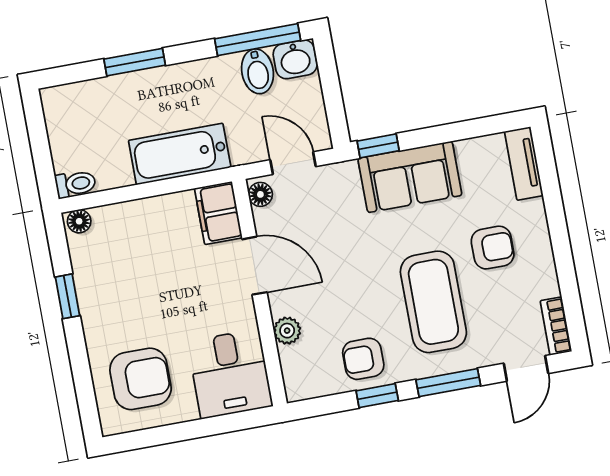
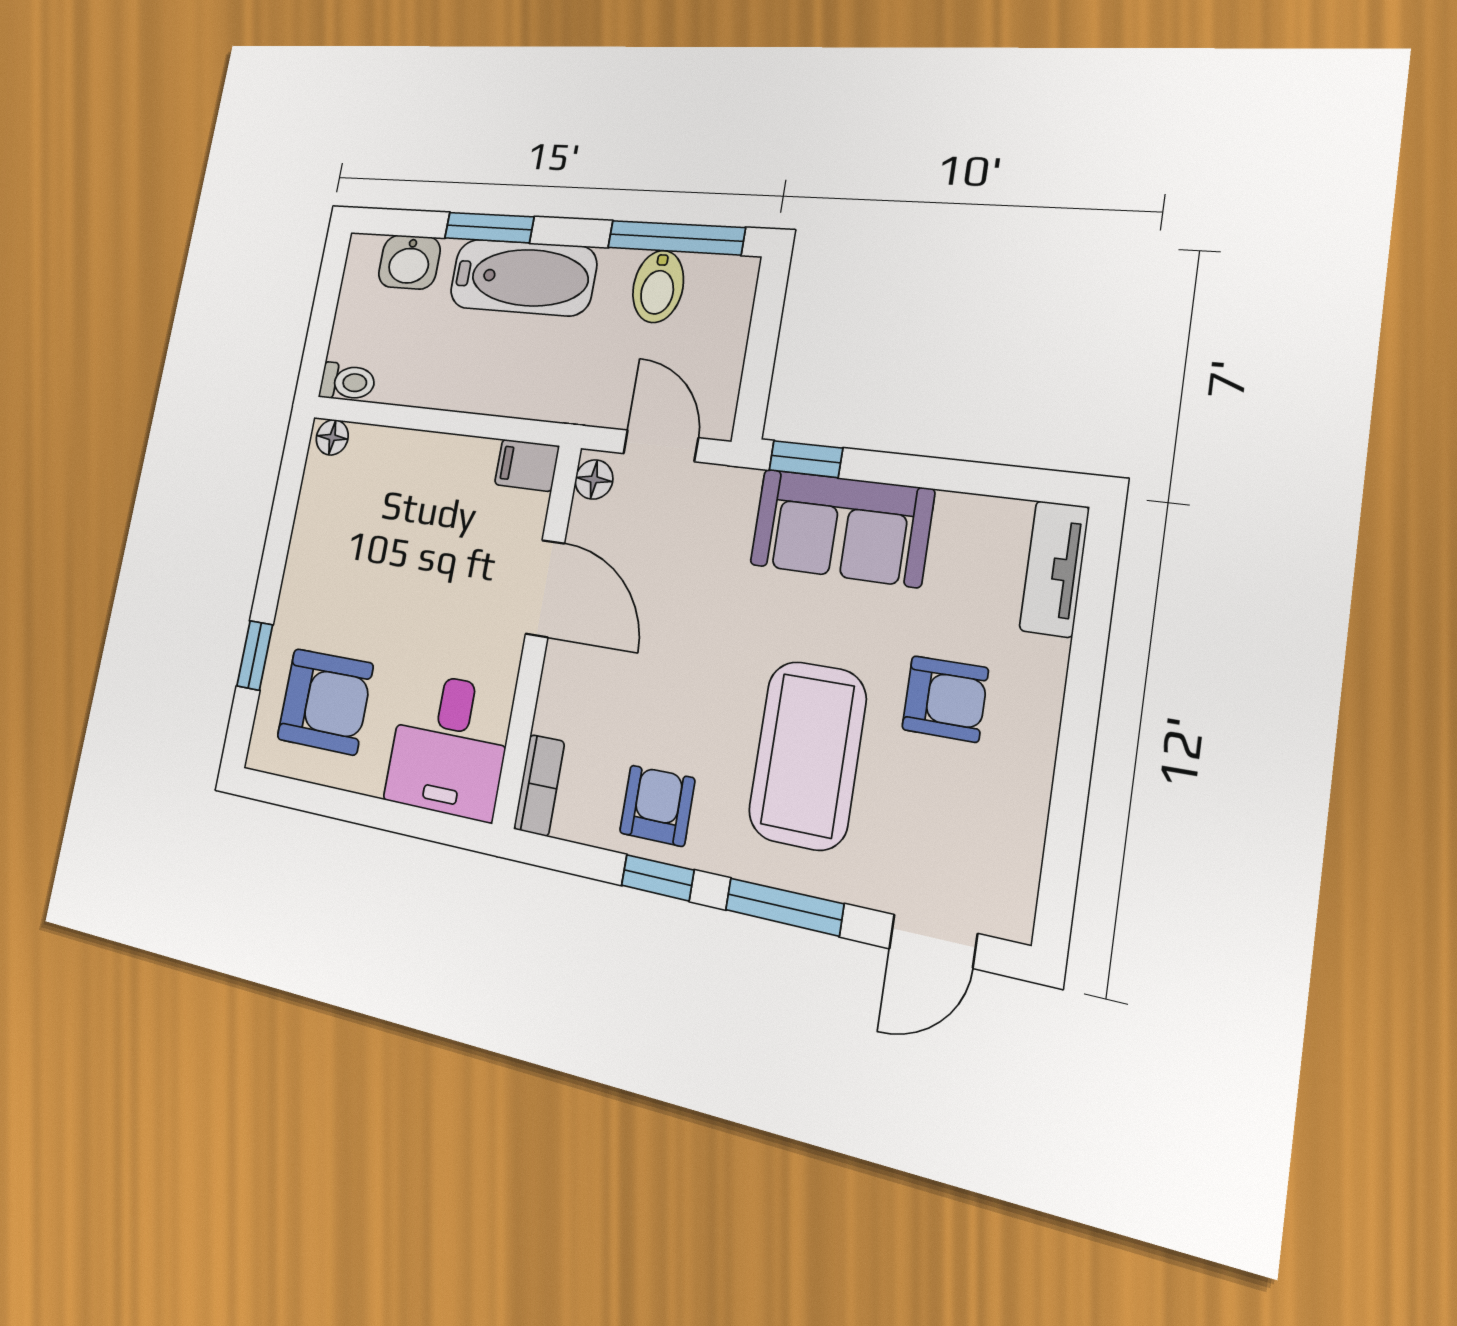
washbasin: (295, 59) -> (409, 262), moved
bathtub: (180, 154) -> (523, 277), moved, turned 180
filing cabinet: (218, 213) -> (527, 465), width x0.50
window: (68, 296) -> (255, 655), moved
bookcase: (556, 326) -> (539, 785), moved, turned 180
plant: (287, 331) -> (556, 711), removed
armchair: (363, 359) -> (657, 806), turned 90

